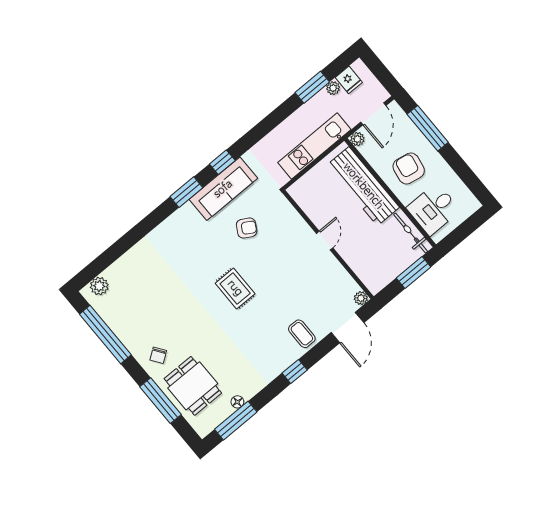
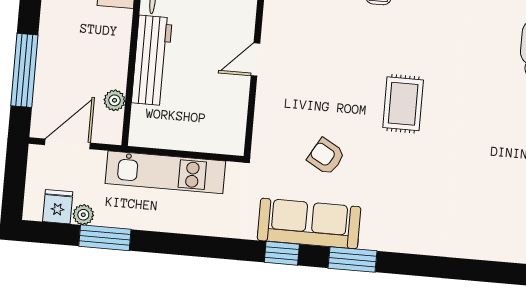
plant: (357, 139) -> (115, 100), moved
armchair: (409, 169) -> (88, 47), removed
workbench: (363, 186) -> (152, 60), width x0.73, depth x0.76

